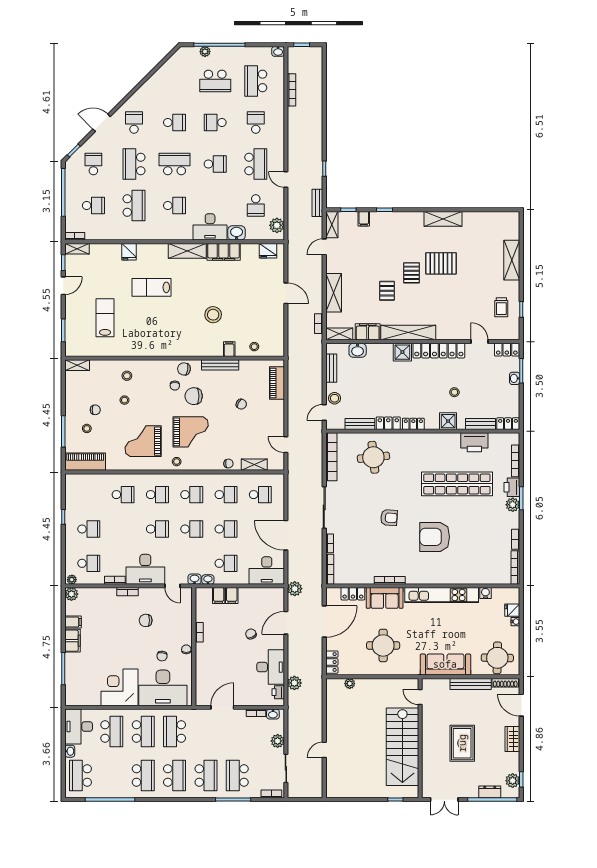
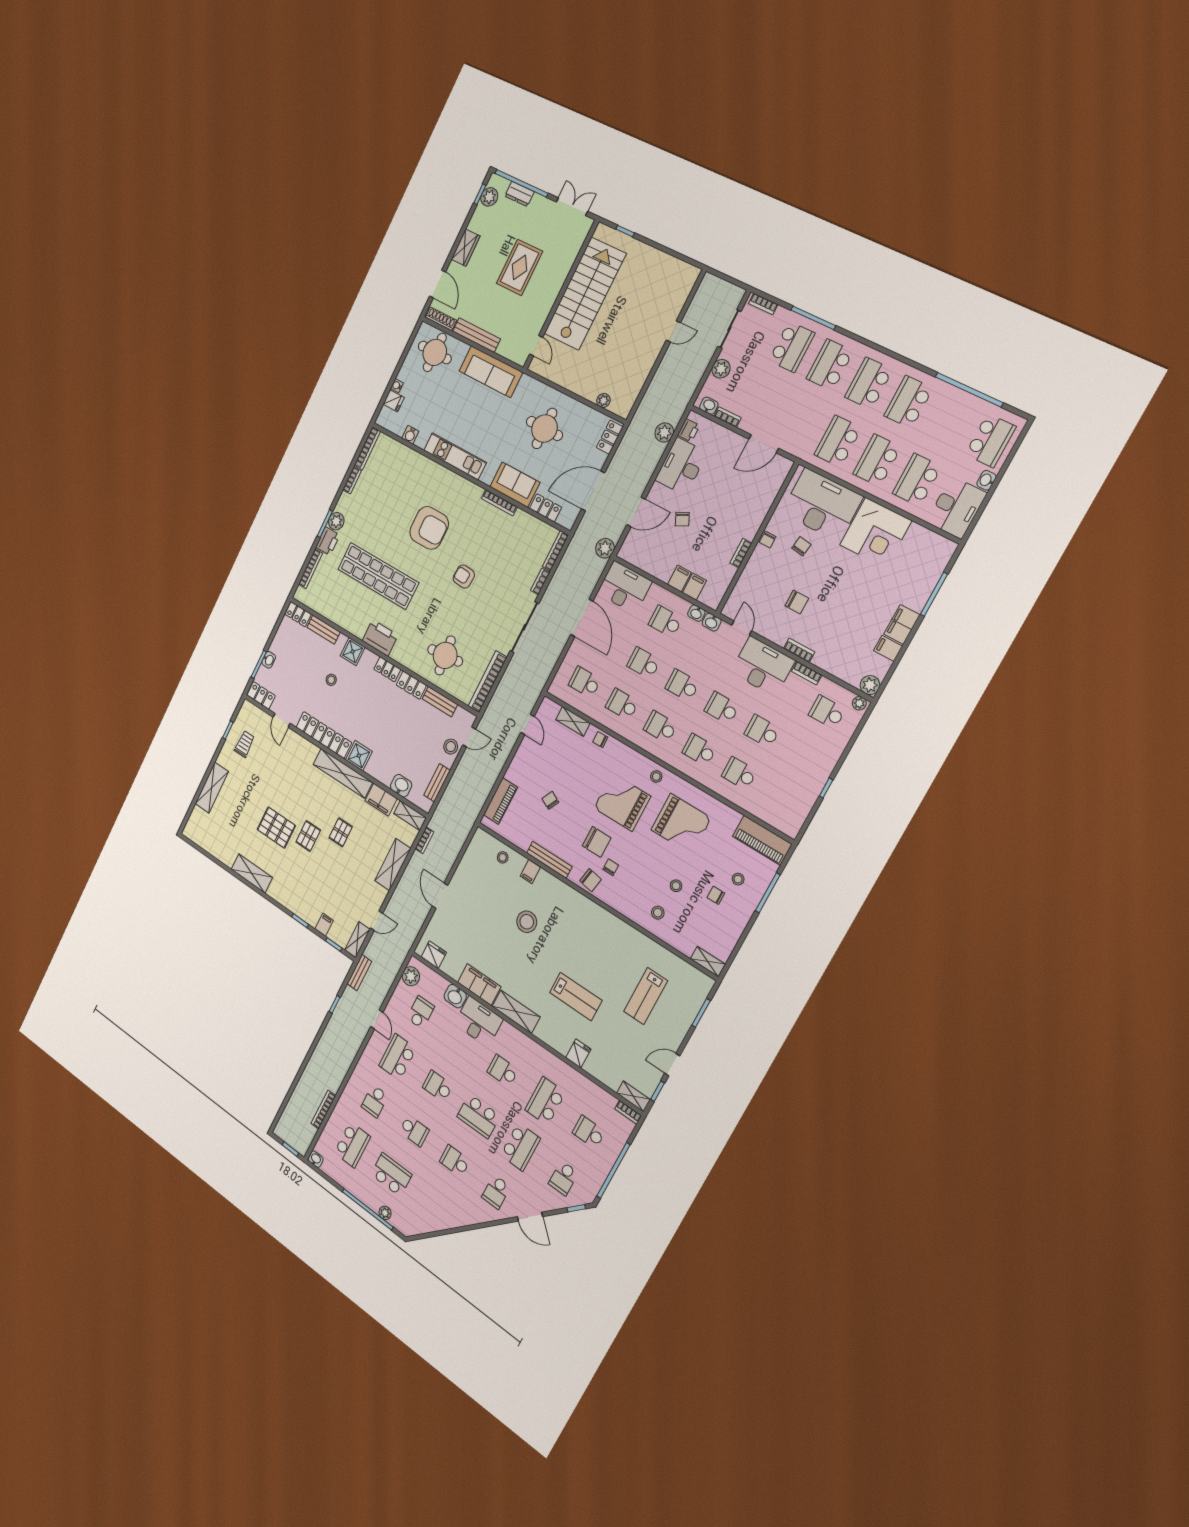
printer: (474, 442) -> (380, 638), moved
school desk: (89, 529) -> (762, 731), moved
kitchen unit: (442, 595) -> (455, 456), width x0.73
school desk: (175, 731) -> (838, 441), turned 180

